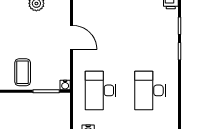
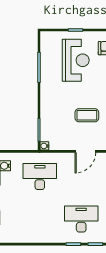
coffee table: (23, 72) -> (87, 115), moved
desk: (150, 90) -> (81, 219), moved

